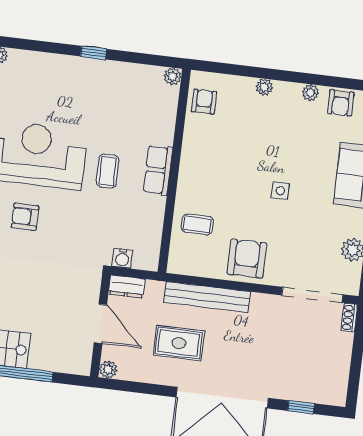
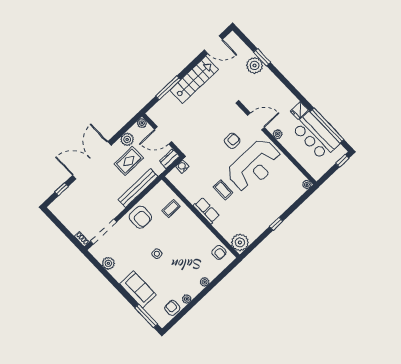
plant: (173, 76) -> (240, 242), width x1.88, depth x1.88
plant: (149, 371) -> (127, 139), added

